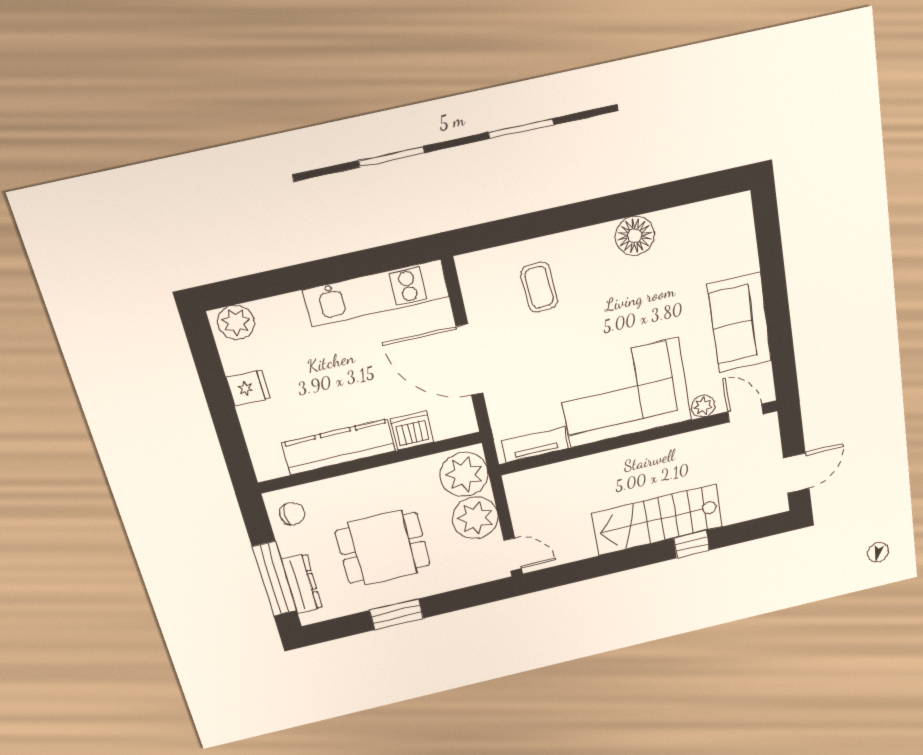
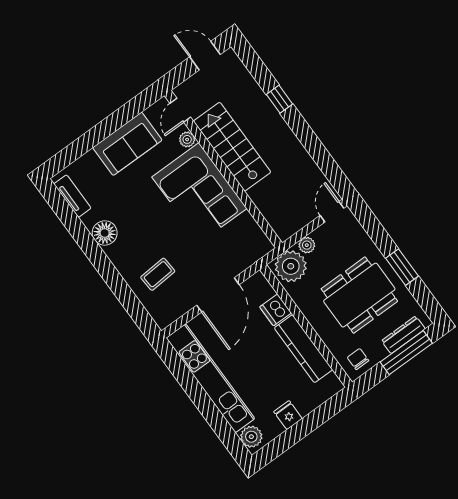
kitchen unit: (376, 293) -> (210, 378), width x1.36
tv unit: (535, 445) -> (72, 196), moved, turned 180
plant: (475, 518) -> (307, 245), width x0.53, depth x0.53
stairs: (657, 520) -> (232, 147), moved, turned 180
dining table: (383, 548) -> (359, 295), width x1.38

